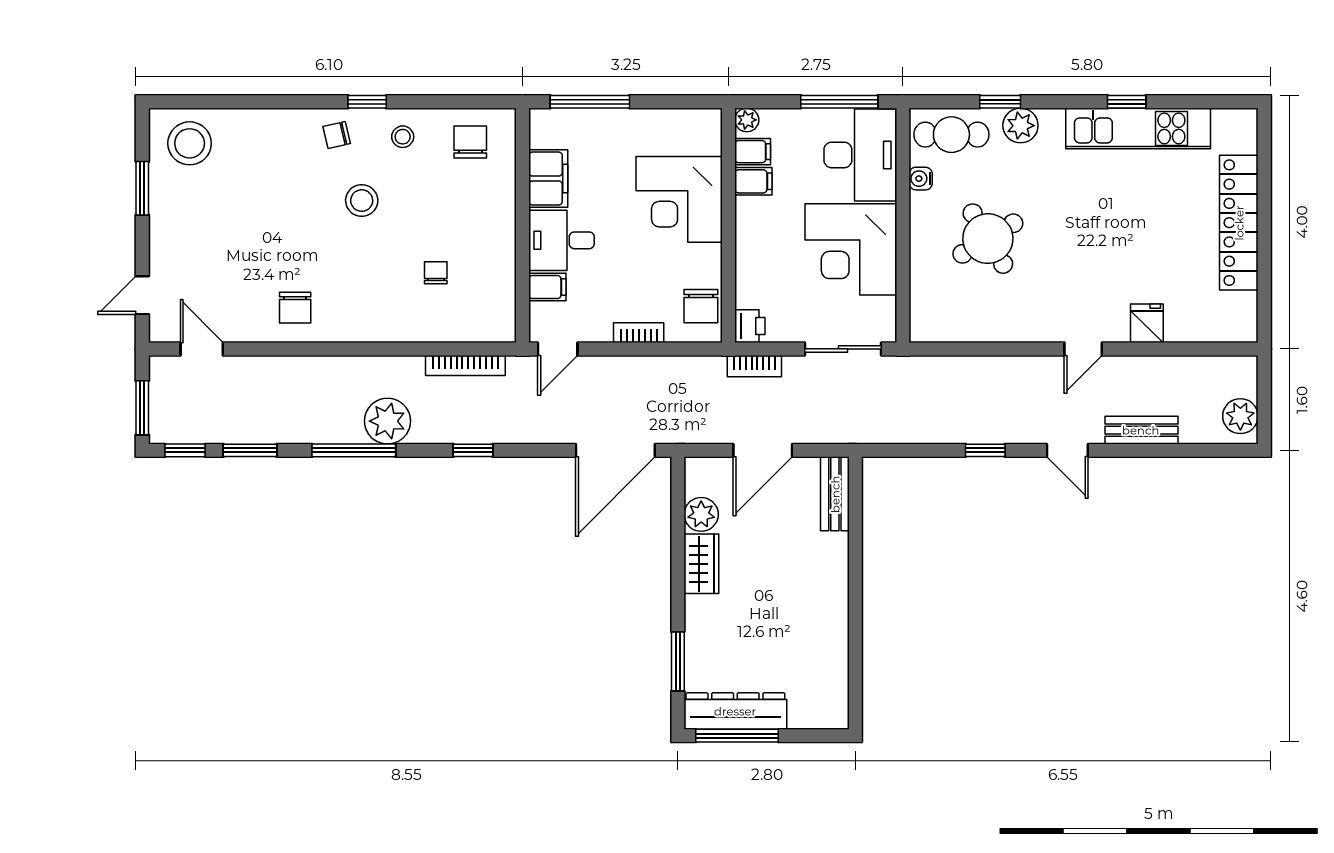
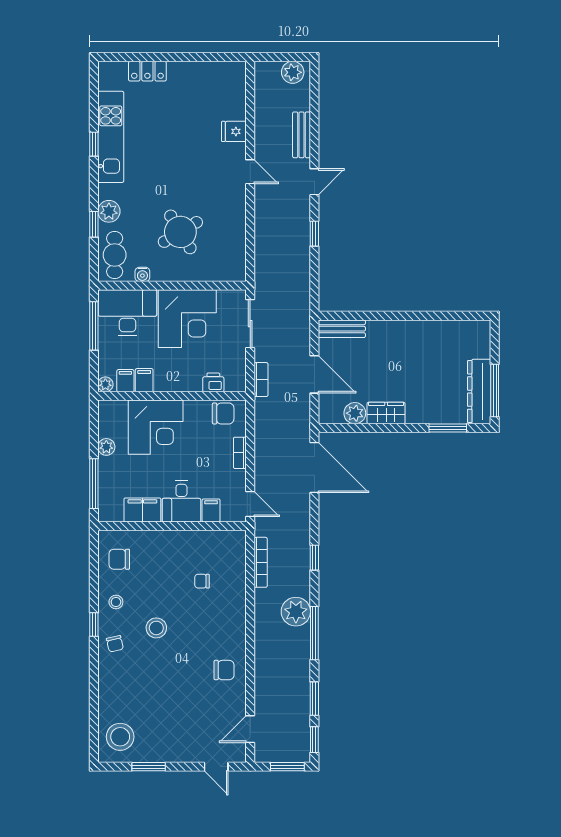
plant: (648, 122) -> (106, 447), added
locker: (1239, 223) -> (147, 71), width x0.46, depth x0.83
printer: (750, 326) -> (213, 382), moved

